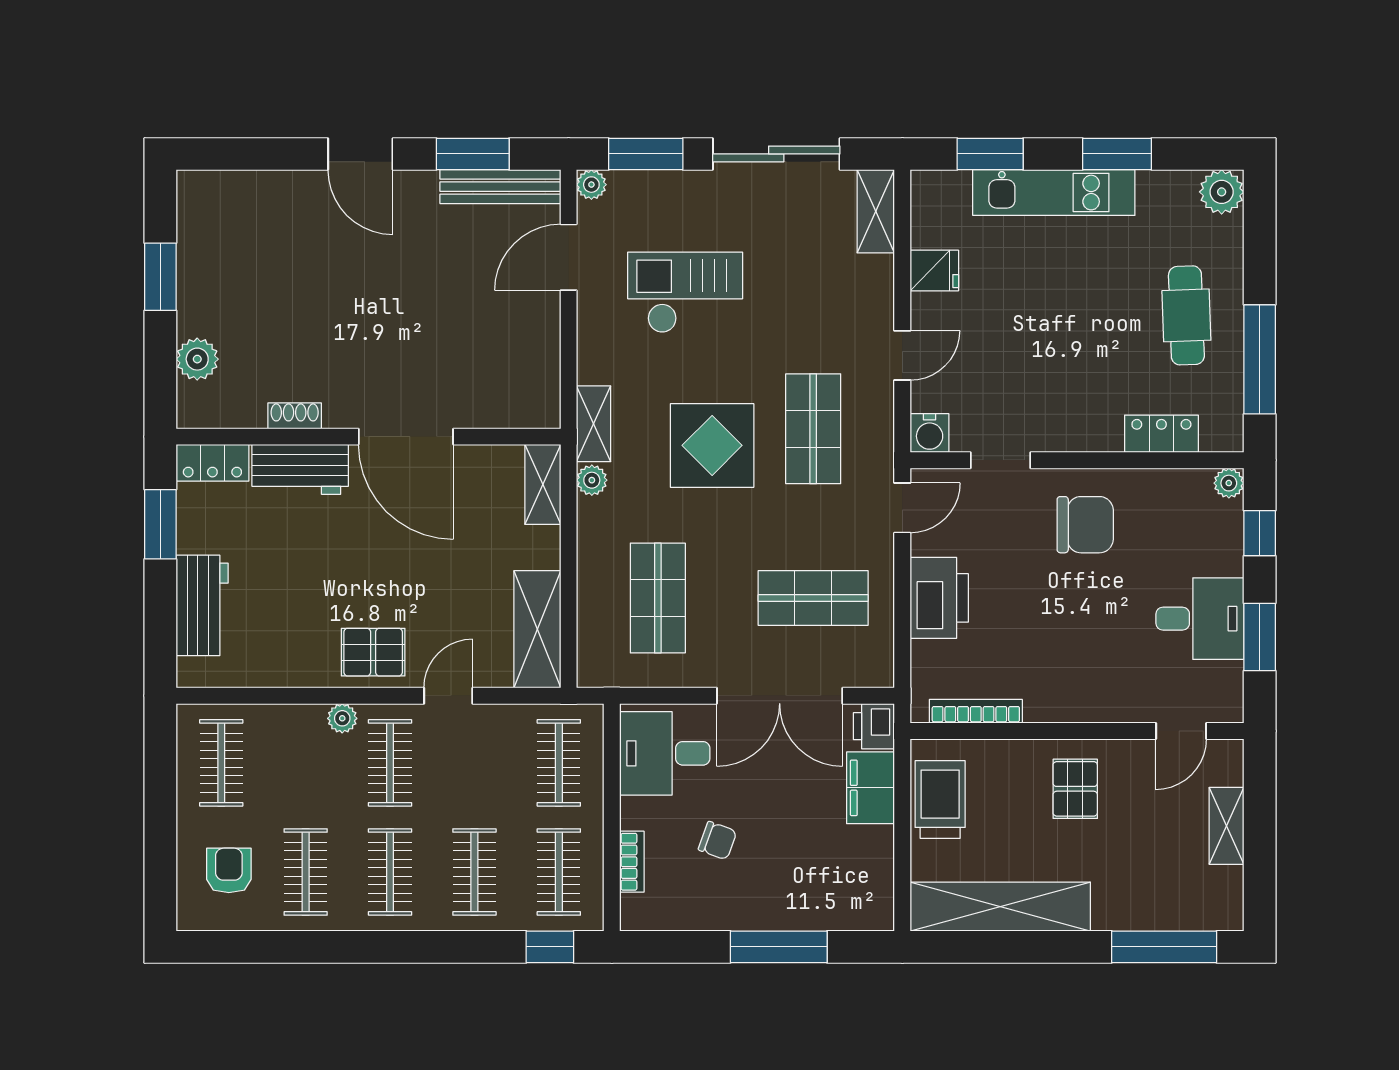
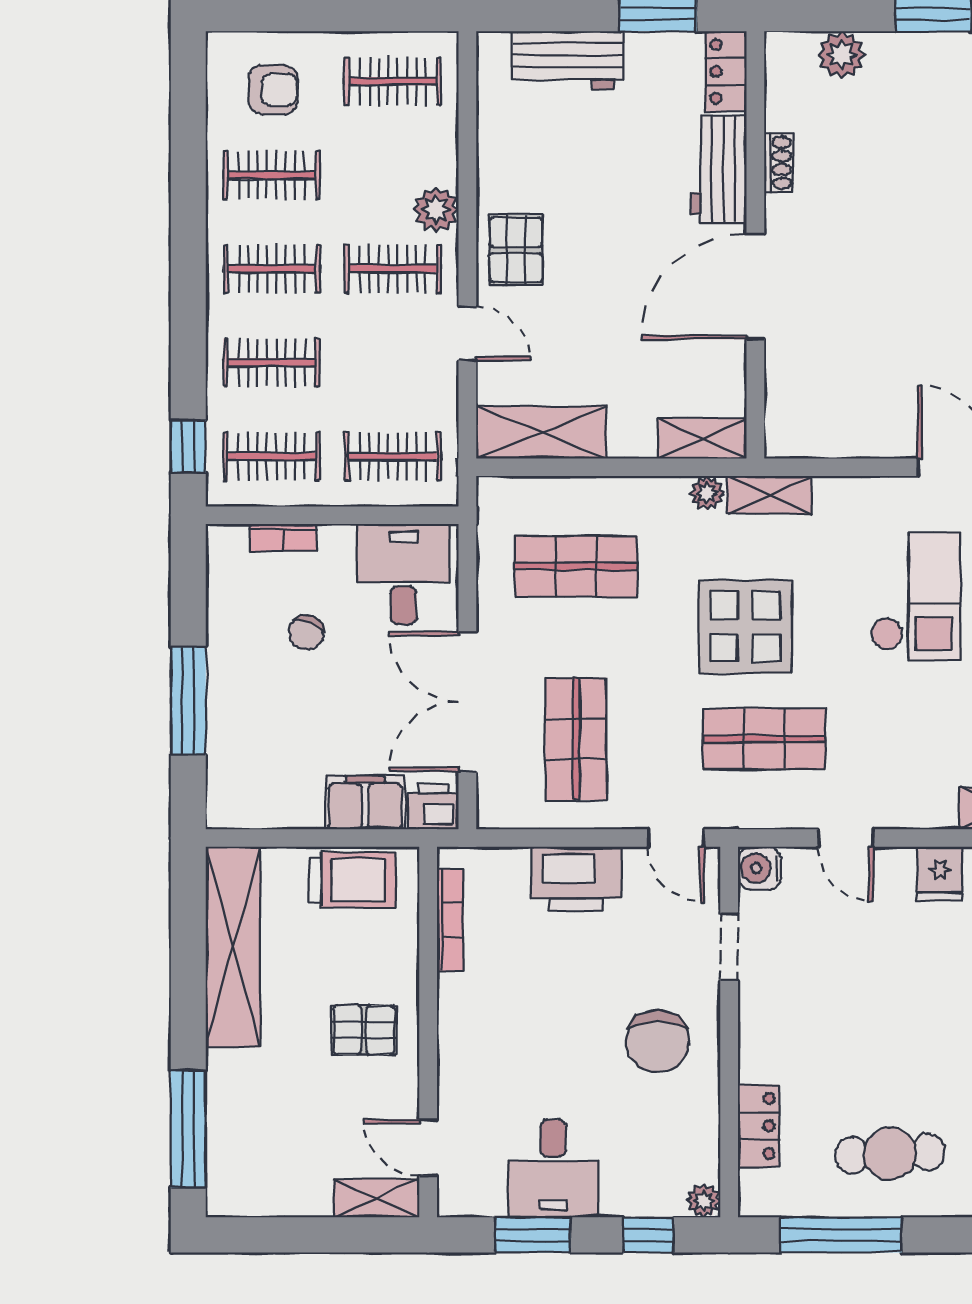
plant: (342, 718) -> (436, 210), width x1.38, depth x1.38
shelving: (1226, 826) -> (377, 1198), moved

